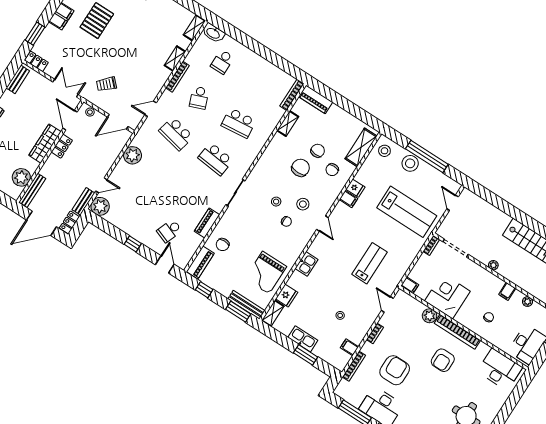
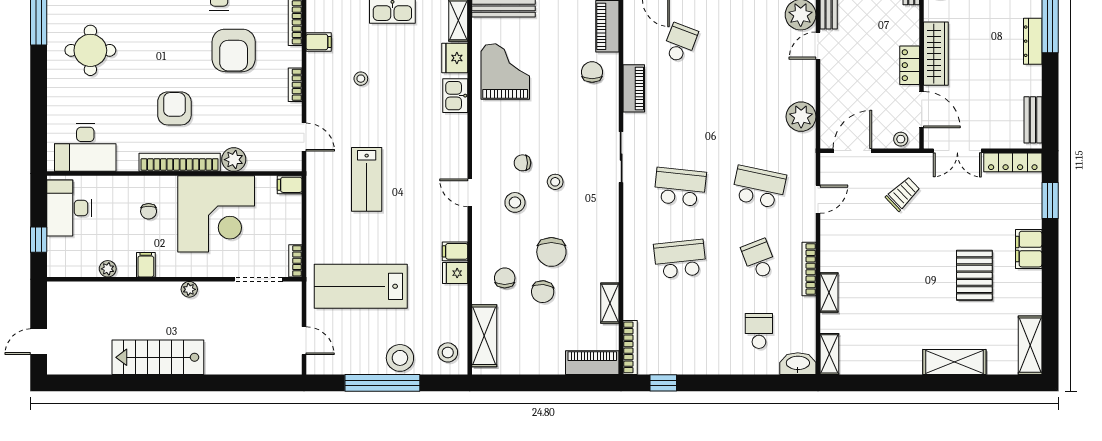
locker: (36, 61) -> (1013, 162), width x1.53
window: (287, 67) -> (663, 383), added
kitchen sink: (307, 264) -> (455, 96), moved
corner desk: (447, 296) -> (216, 214), width x1.36, depth x1.36

